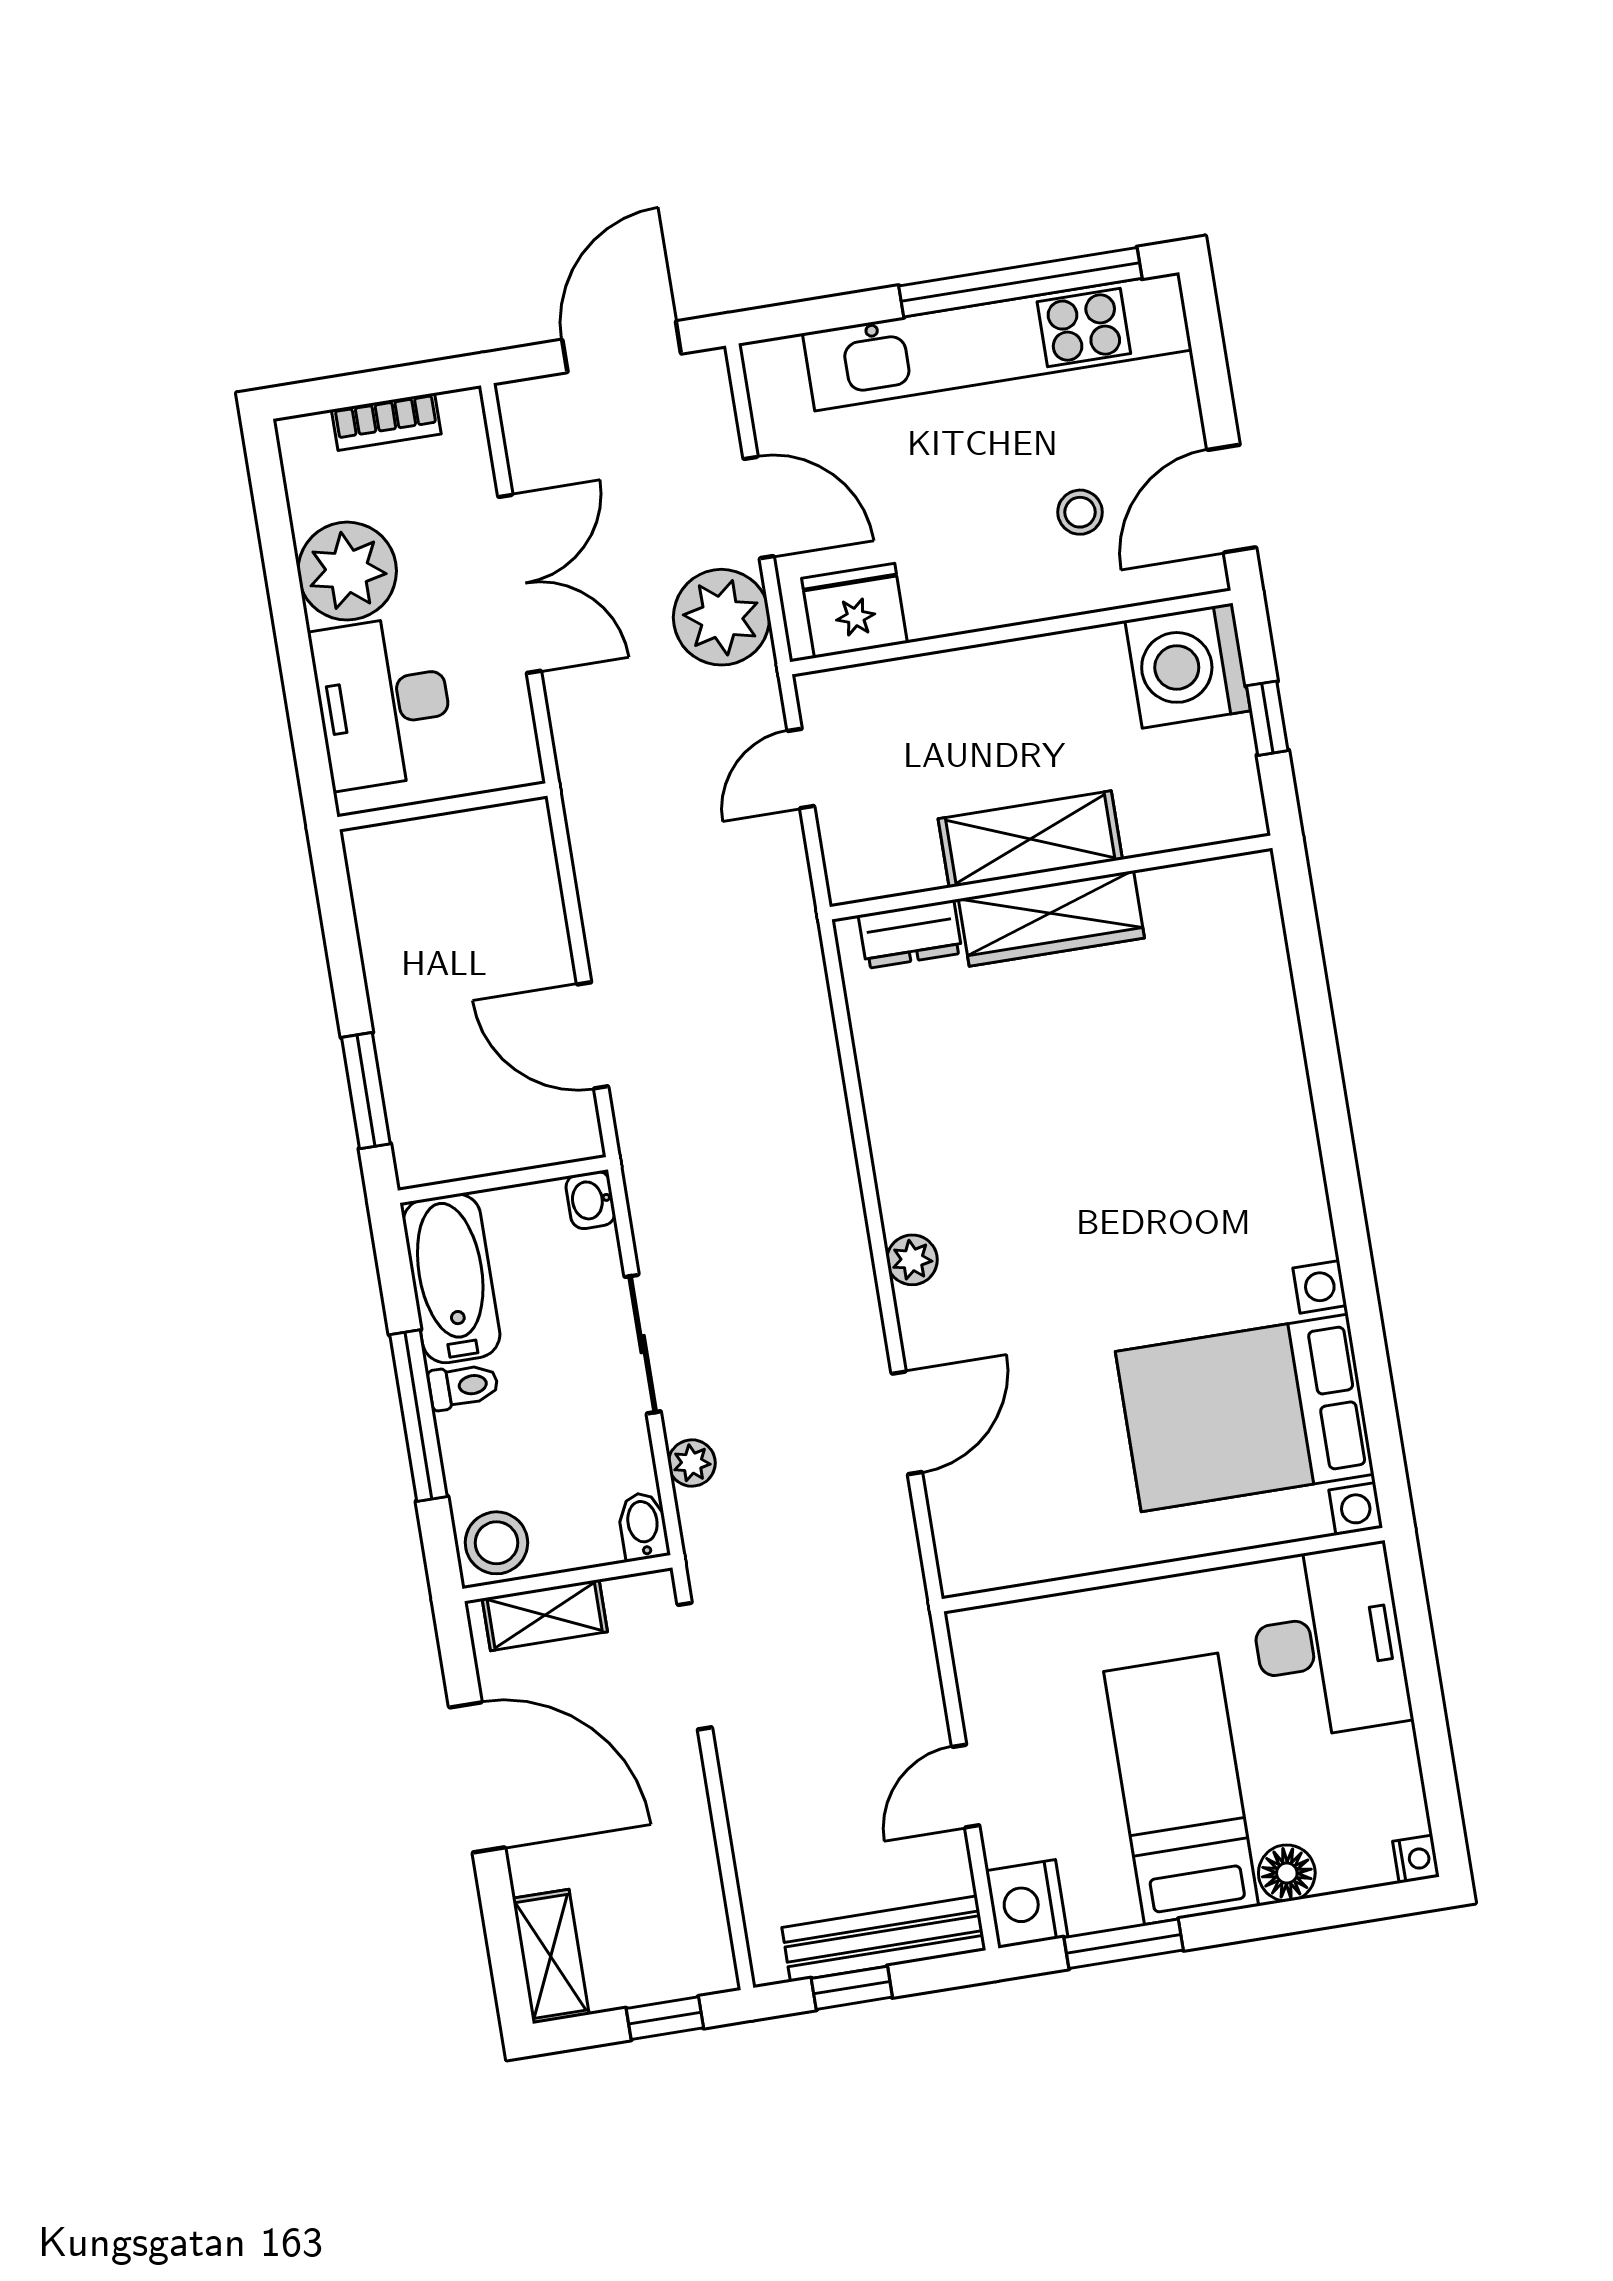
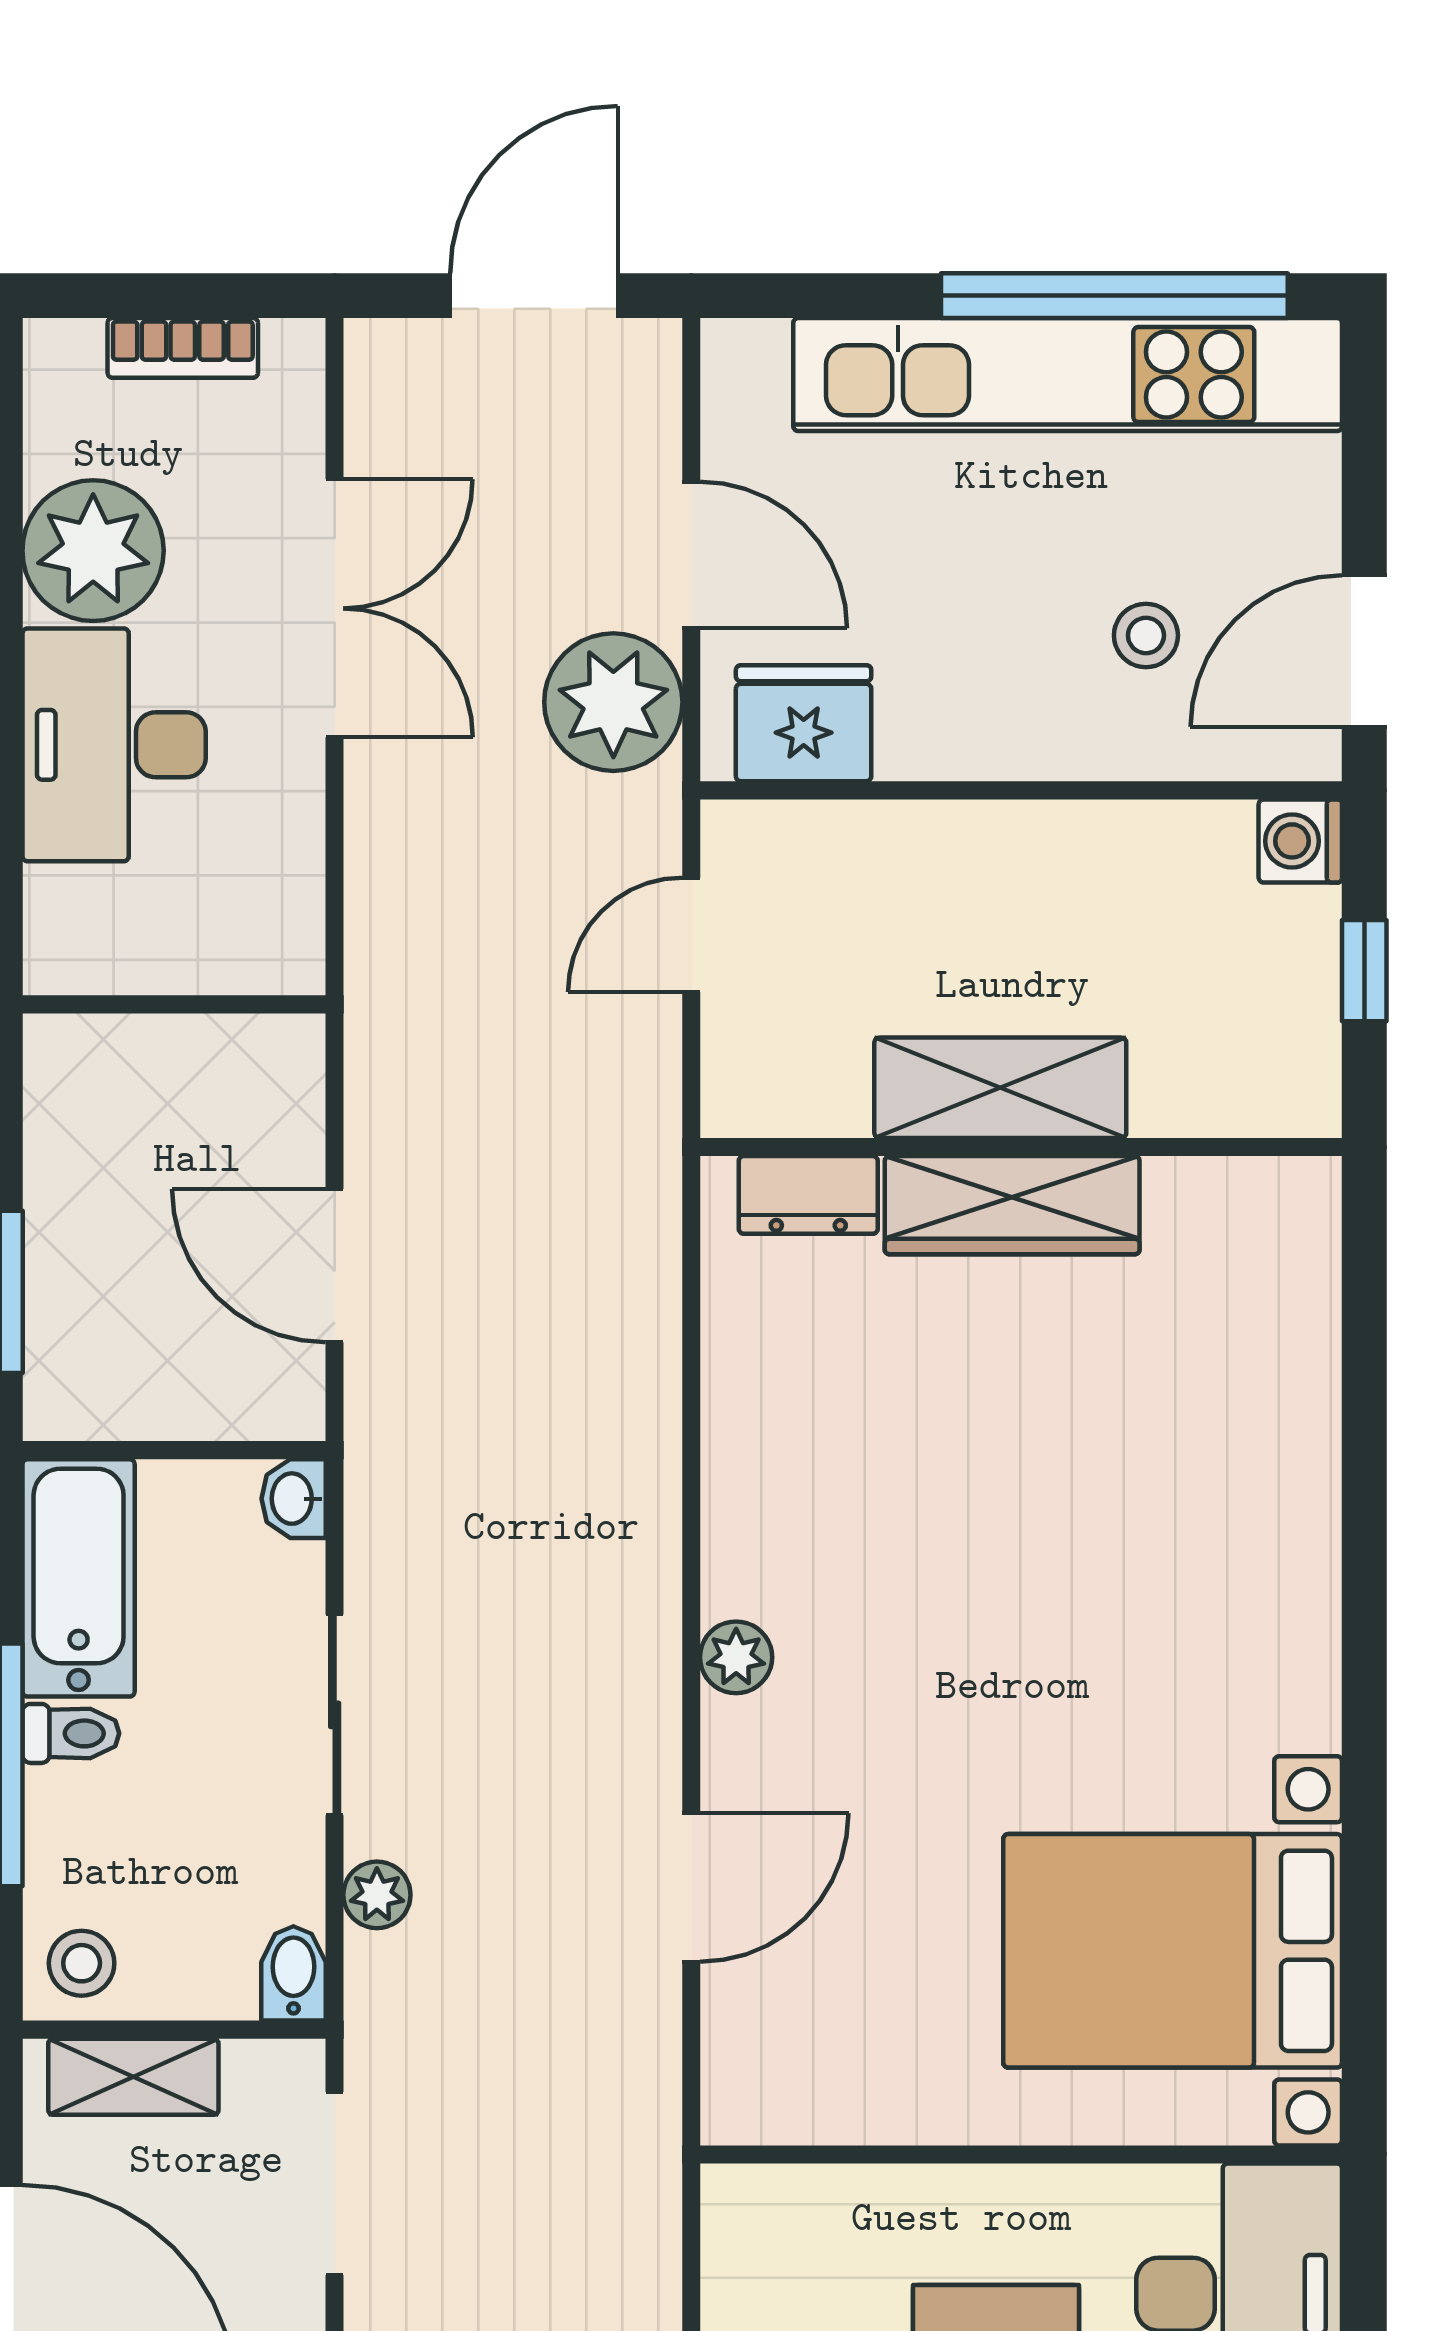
washing machine: (1188, 666) -> (1300, 841), width x0.53, depth x0.53
wall: (442, 806) -> (174, 1004), moved
stool: (496, 1543) -> (82, 1963), width x0.73, depth x0.73

